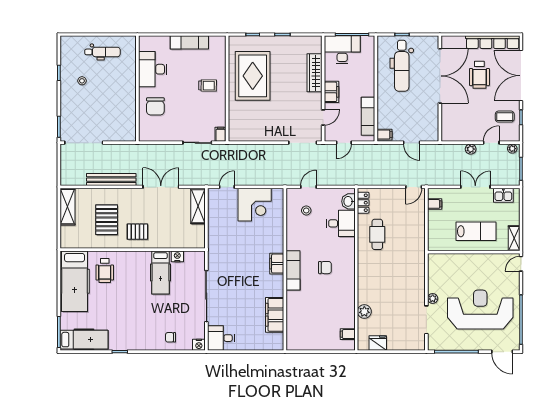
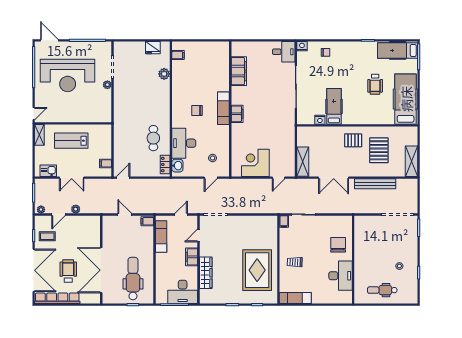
exam couch: (189, 42) -> (295, 298), moved
desk: (341, 223) -> (184, 143), width x1.37
wheelchair: (105, 271) -> (375, 84), moved, turned 180

